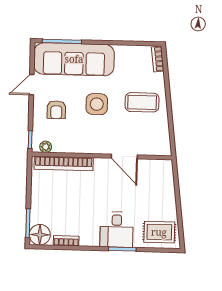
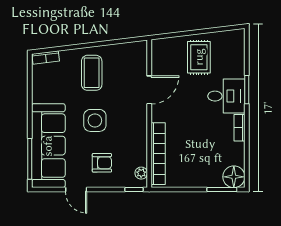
rug: (159, 232) -> (199, 57), moved
bookcase: (66, 241) -> (239, 128), moved

